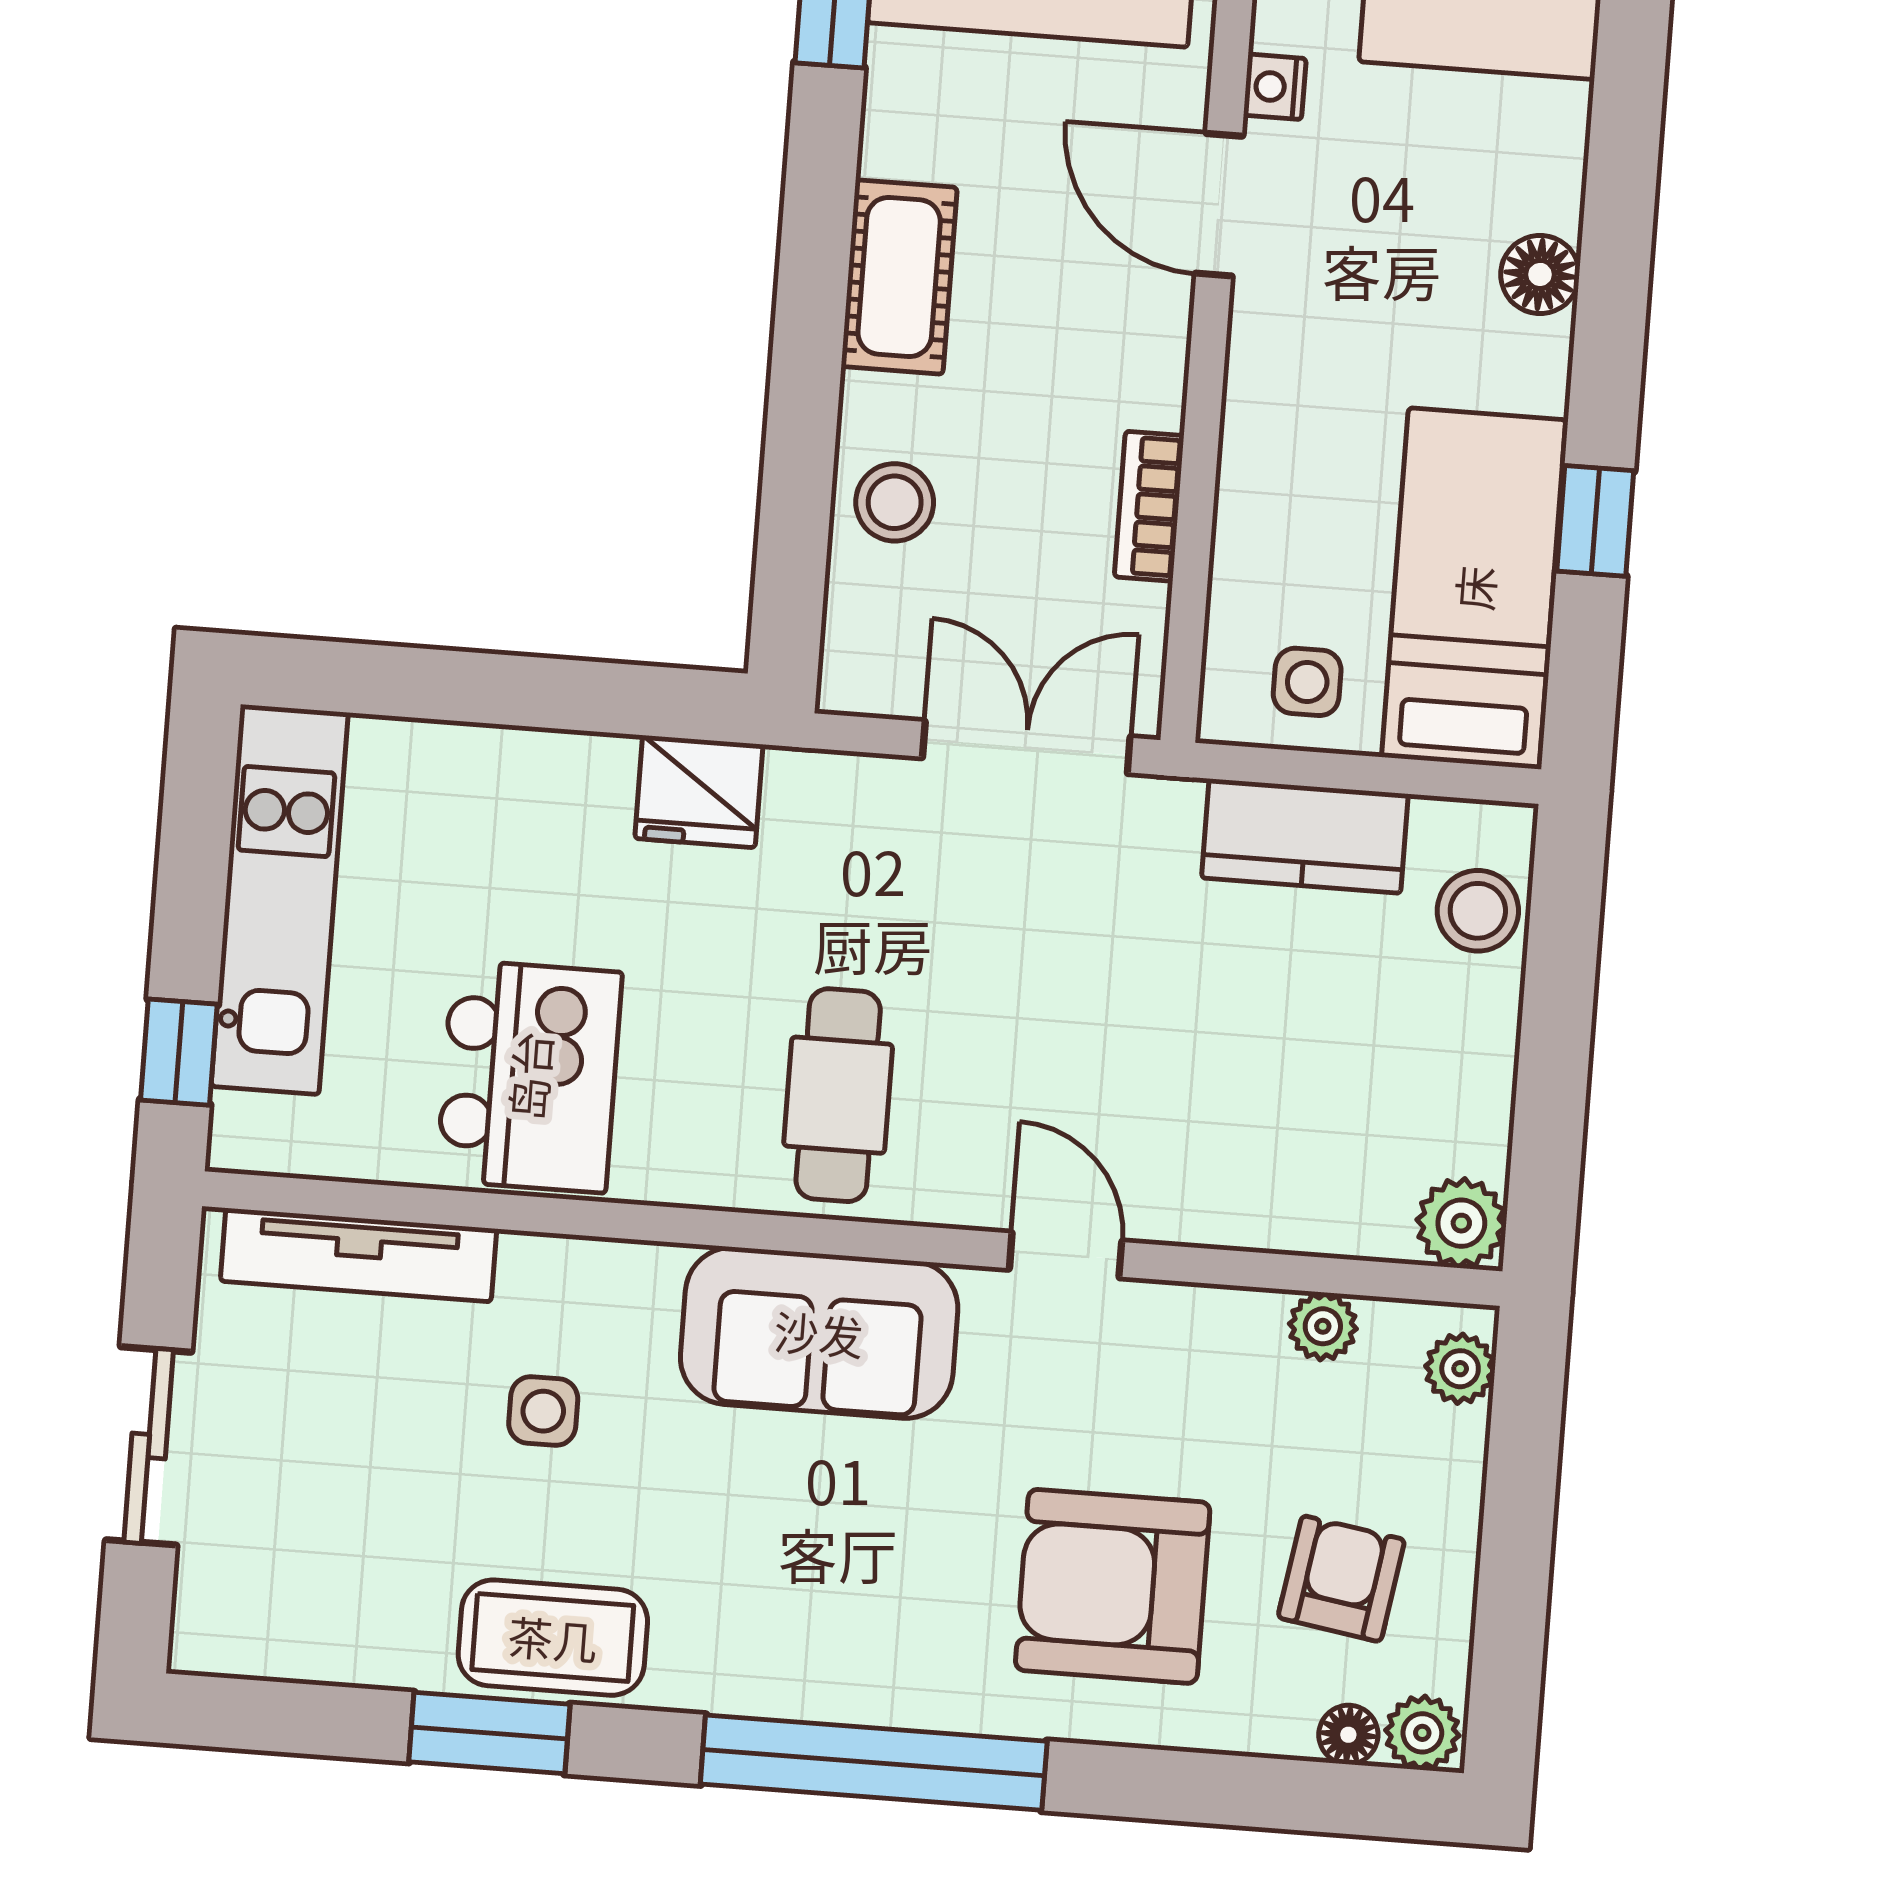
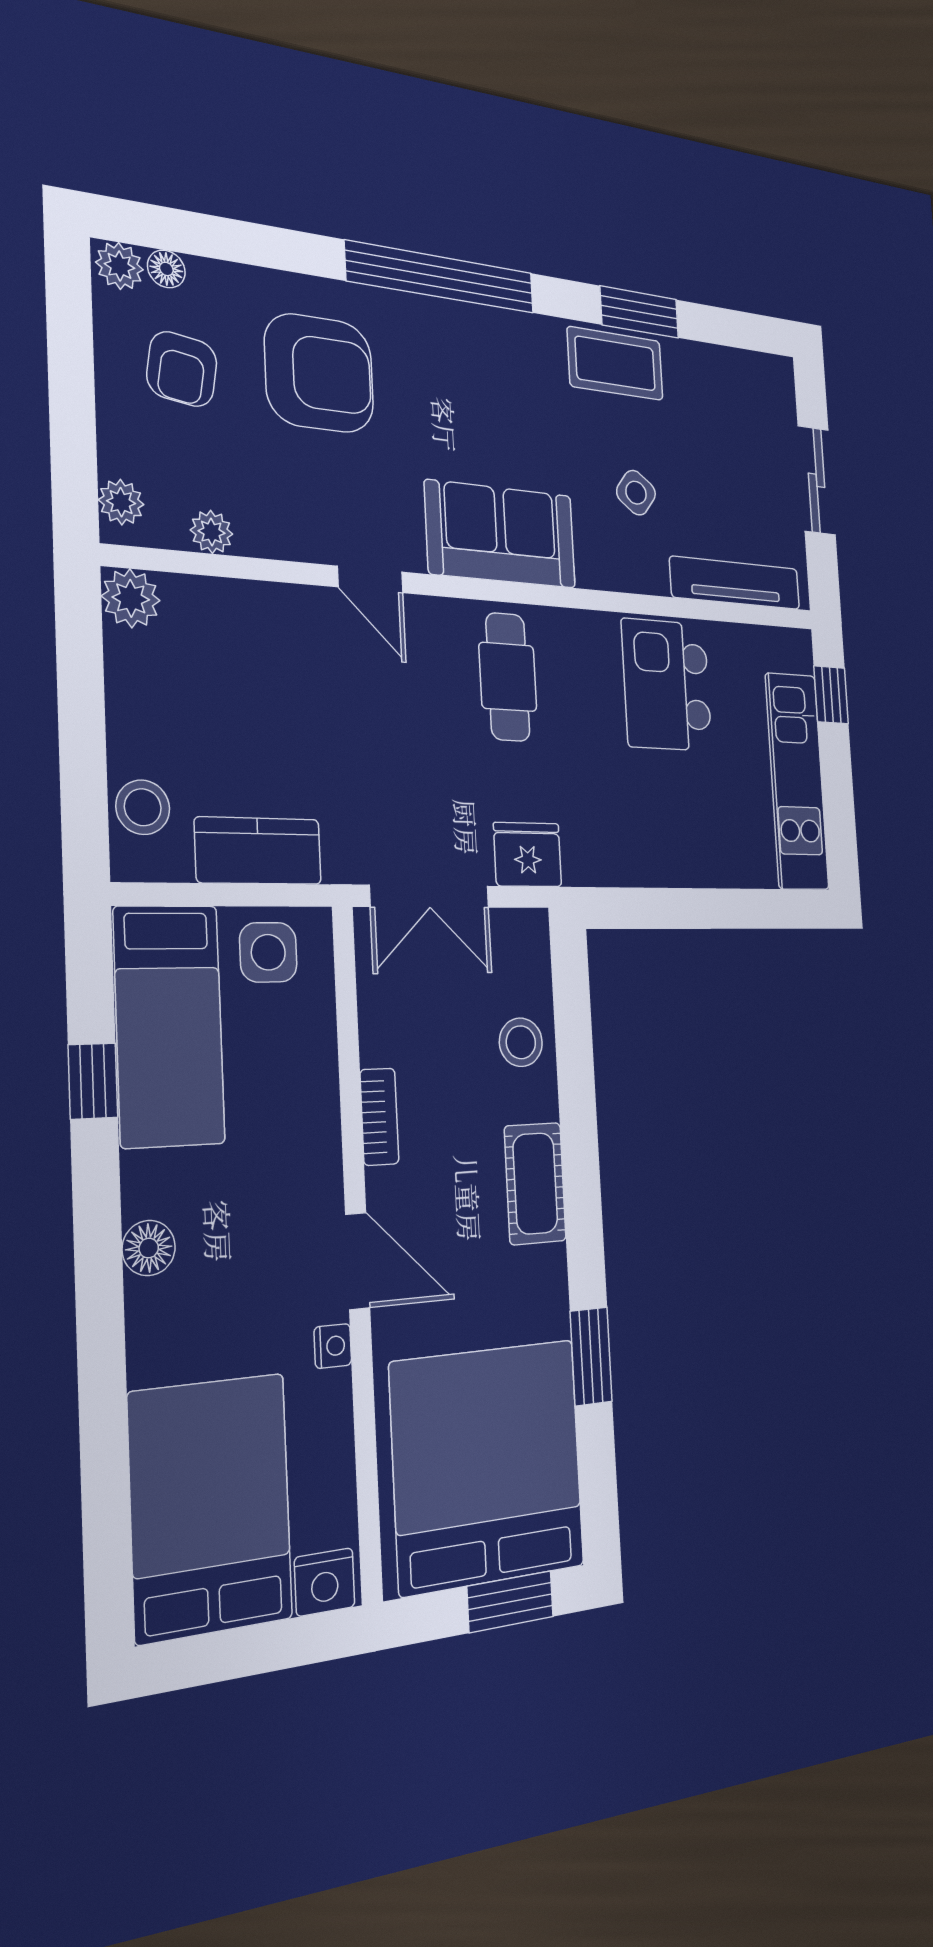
bookcase: (1149, 506) -> (379, 1117), moved
side table: (1307, 682) -> (268, 952), width x1.37, depth x1.37
fridge: (699, 791) -> (528, 855), moved
side table: (543, 1411) -> (636, 493), turned 37

